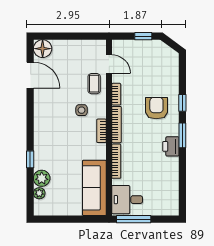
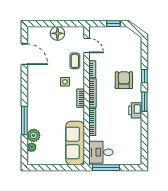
floor lamp: (43, 49) -> (57, 33), moved
window: (30, 159) -> (24, 121), width x2.17

